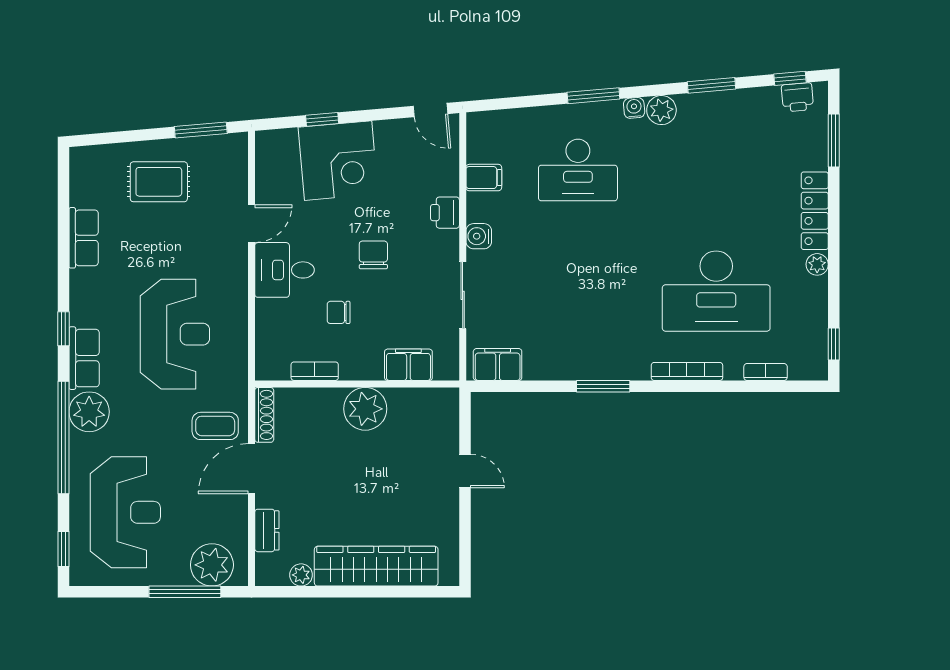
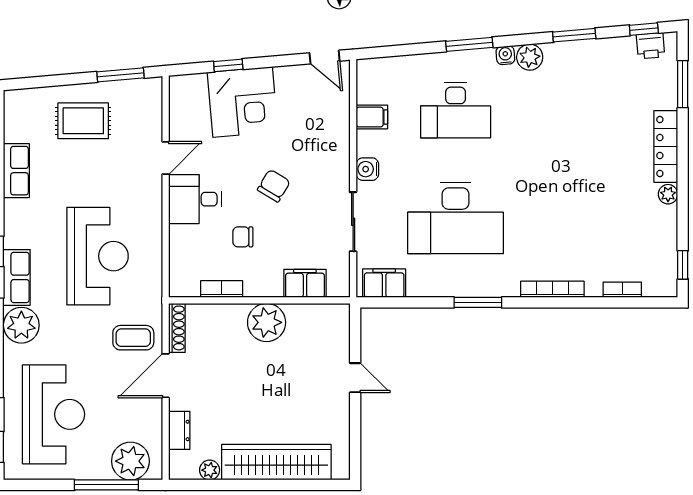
printer: (445, 213) -> (337, 148), removed
chair: (373, 255) -> (274, 186), turned 31
desk: (716, 291) -> (456, 218), moved

